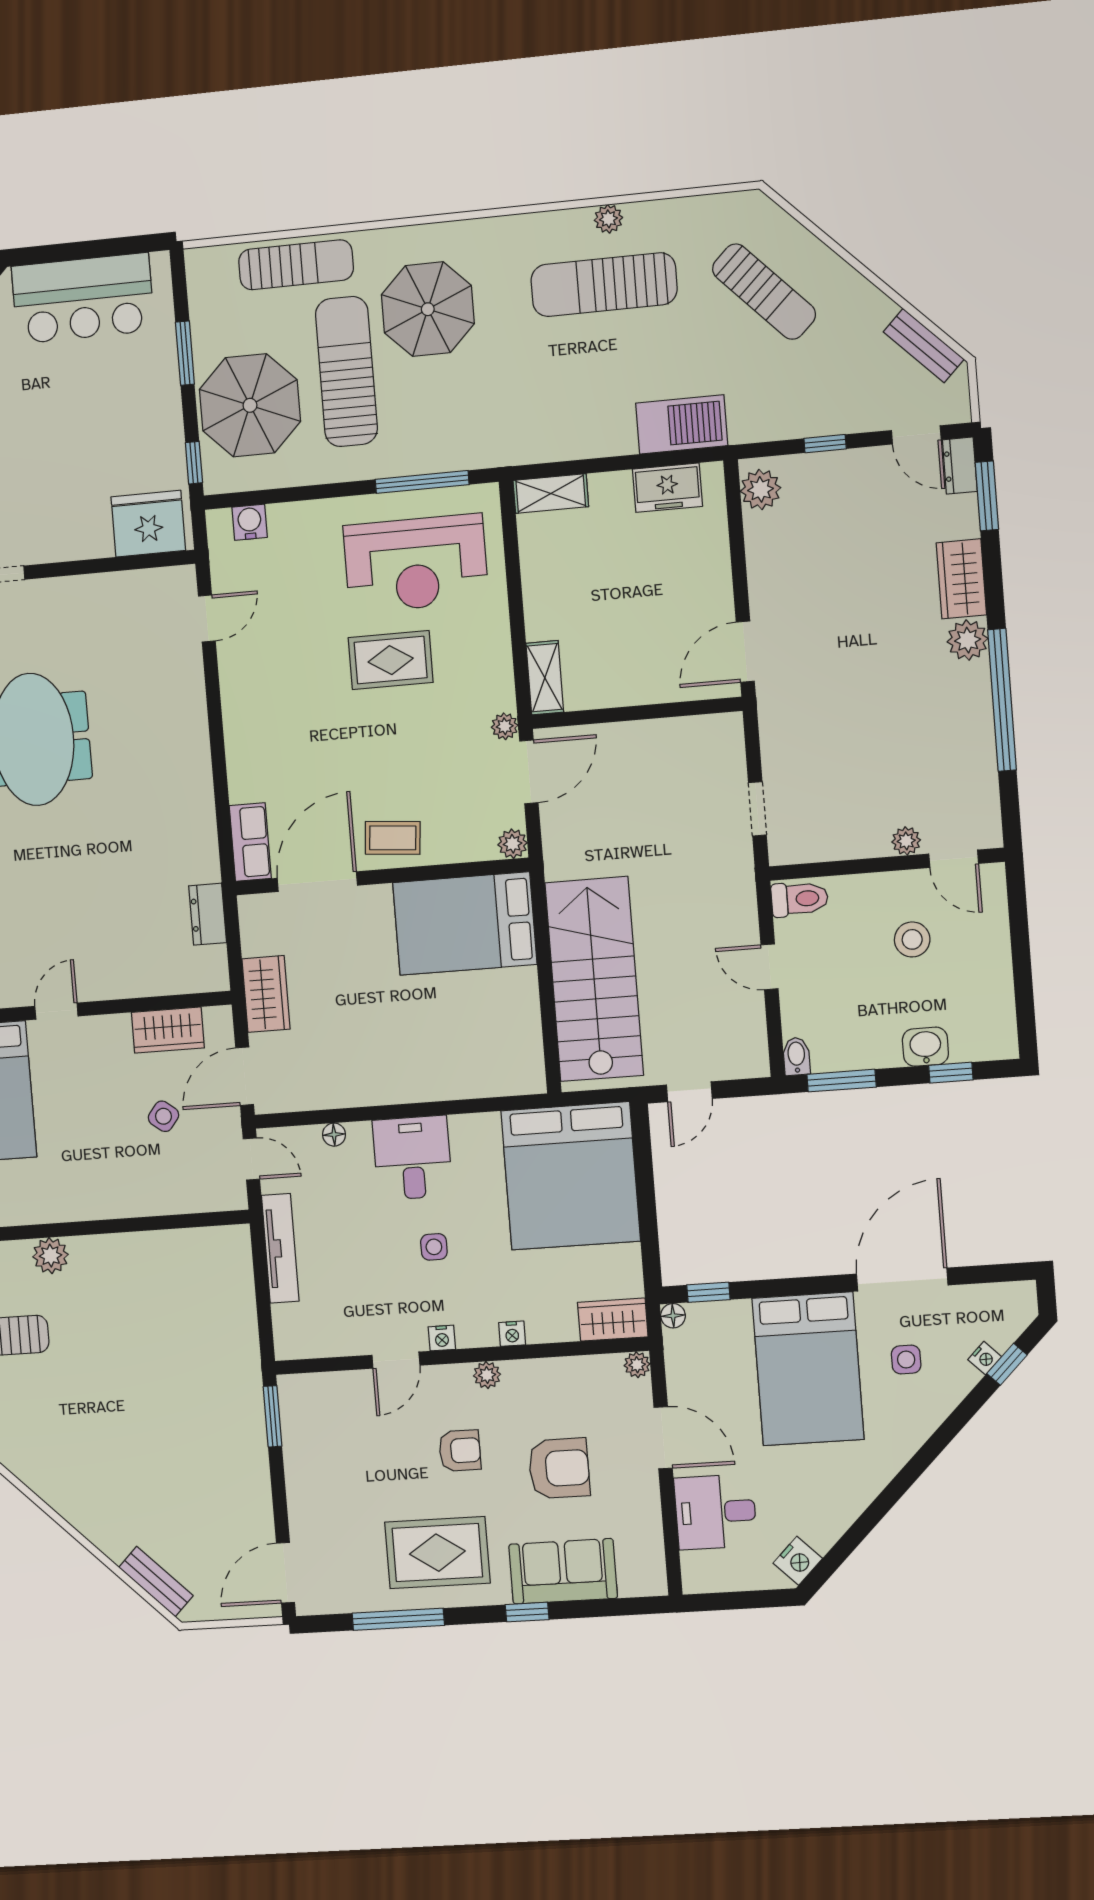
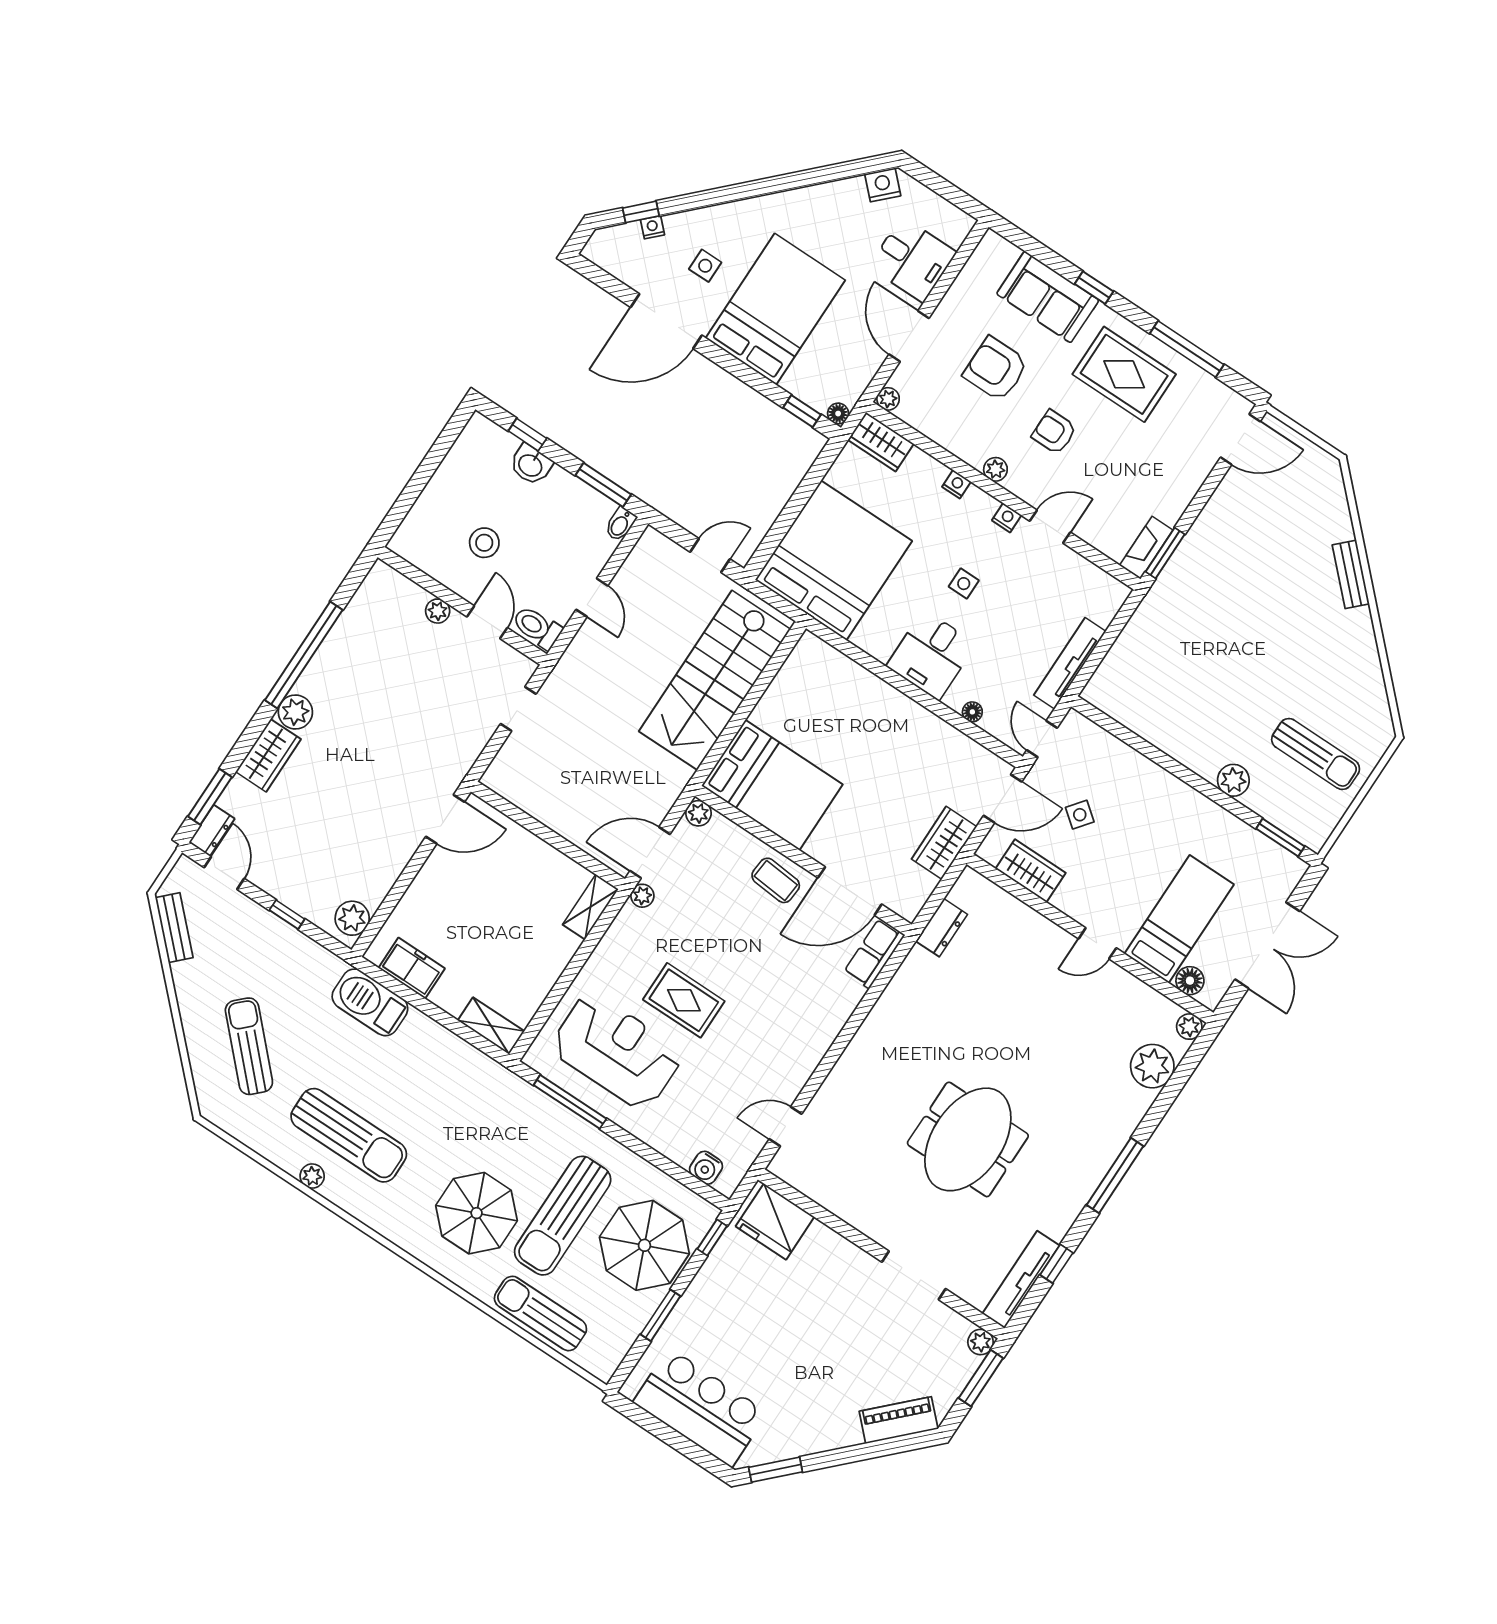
door: (954, 859) -> (487, 622), moved
fireplace: (293, 1408) -> (1146, 548), added
bench: (156, 1581) -> (1351, 574), moved

